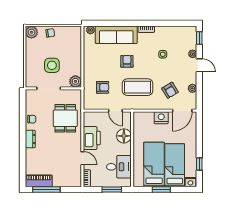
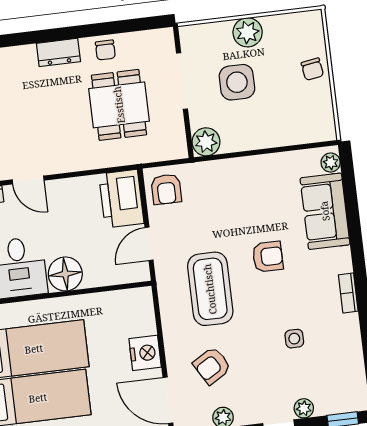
plant: (31, 32) -> (248, 32), moved
sofa: (116, 35) -> (325, 211), width x0.73
armchair: (103, 87) -> (166, 189), moved
dining table: (65, 118) -> (119, 105), moved, turned 90
floor lamp: (124, 136) -> (65, 274), moved
printer: (92, 138) -> (121, 199), moved, turned 90
door: (82, 158) -> (28, 180), hinge flipped

